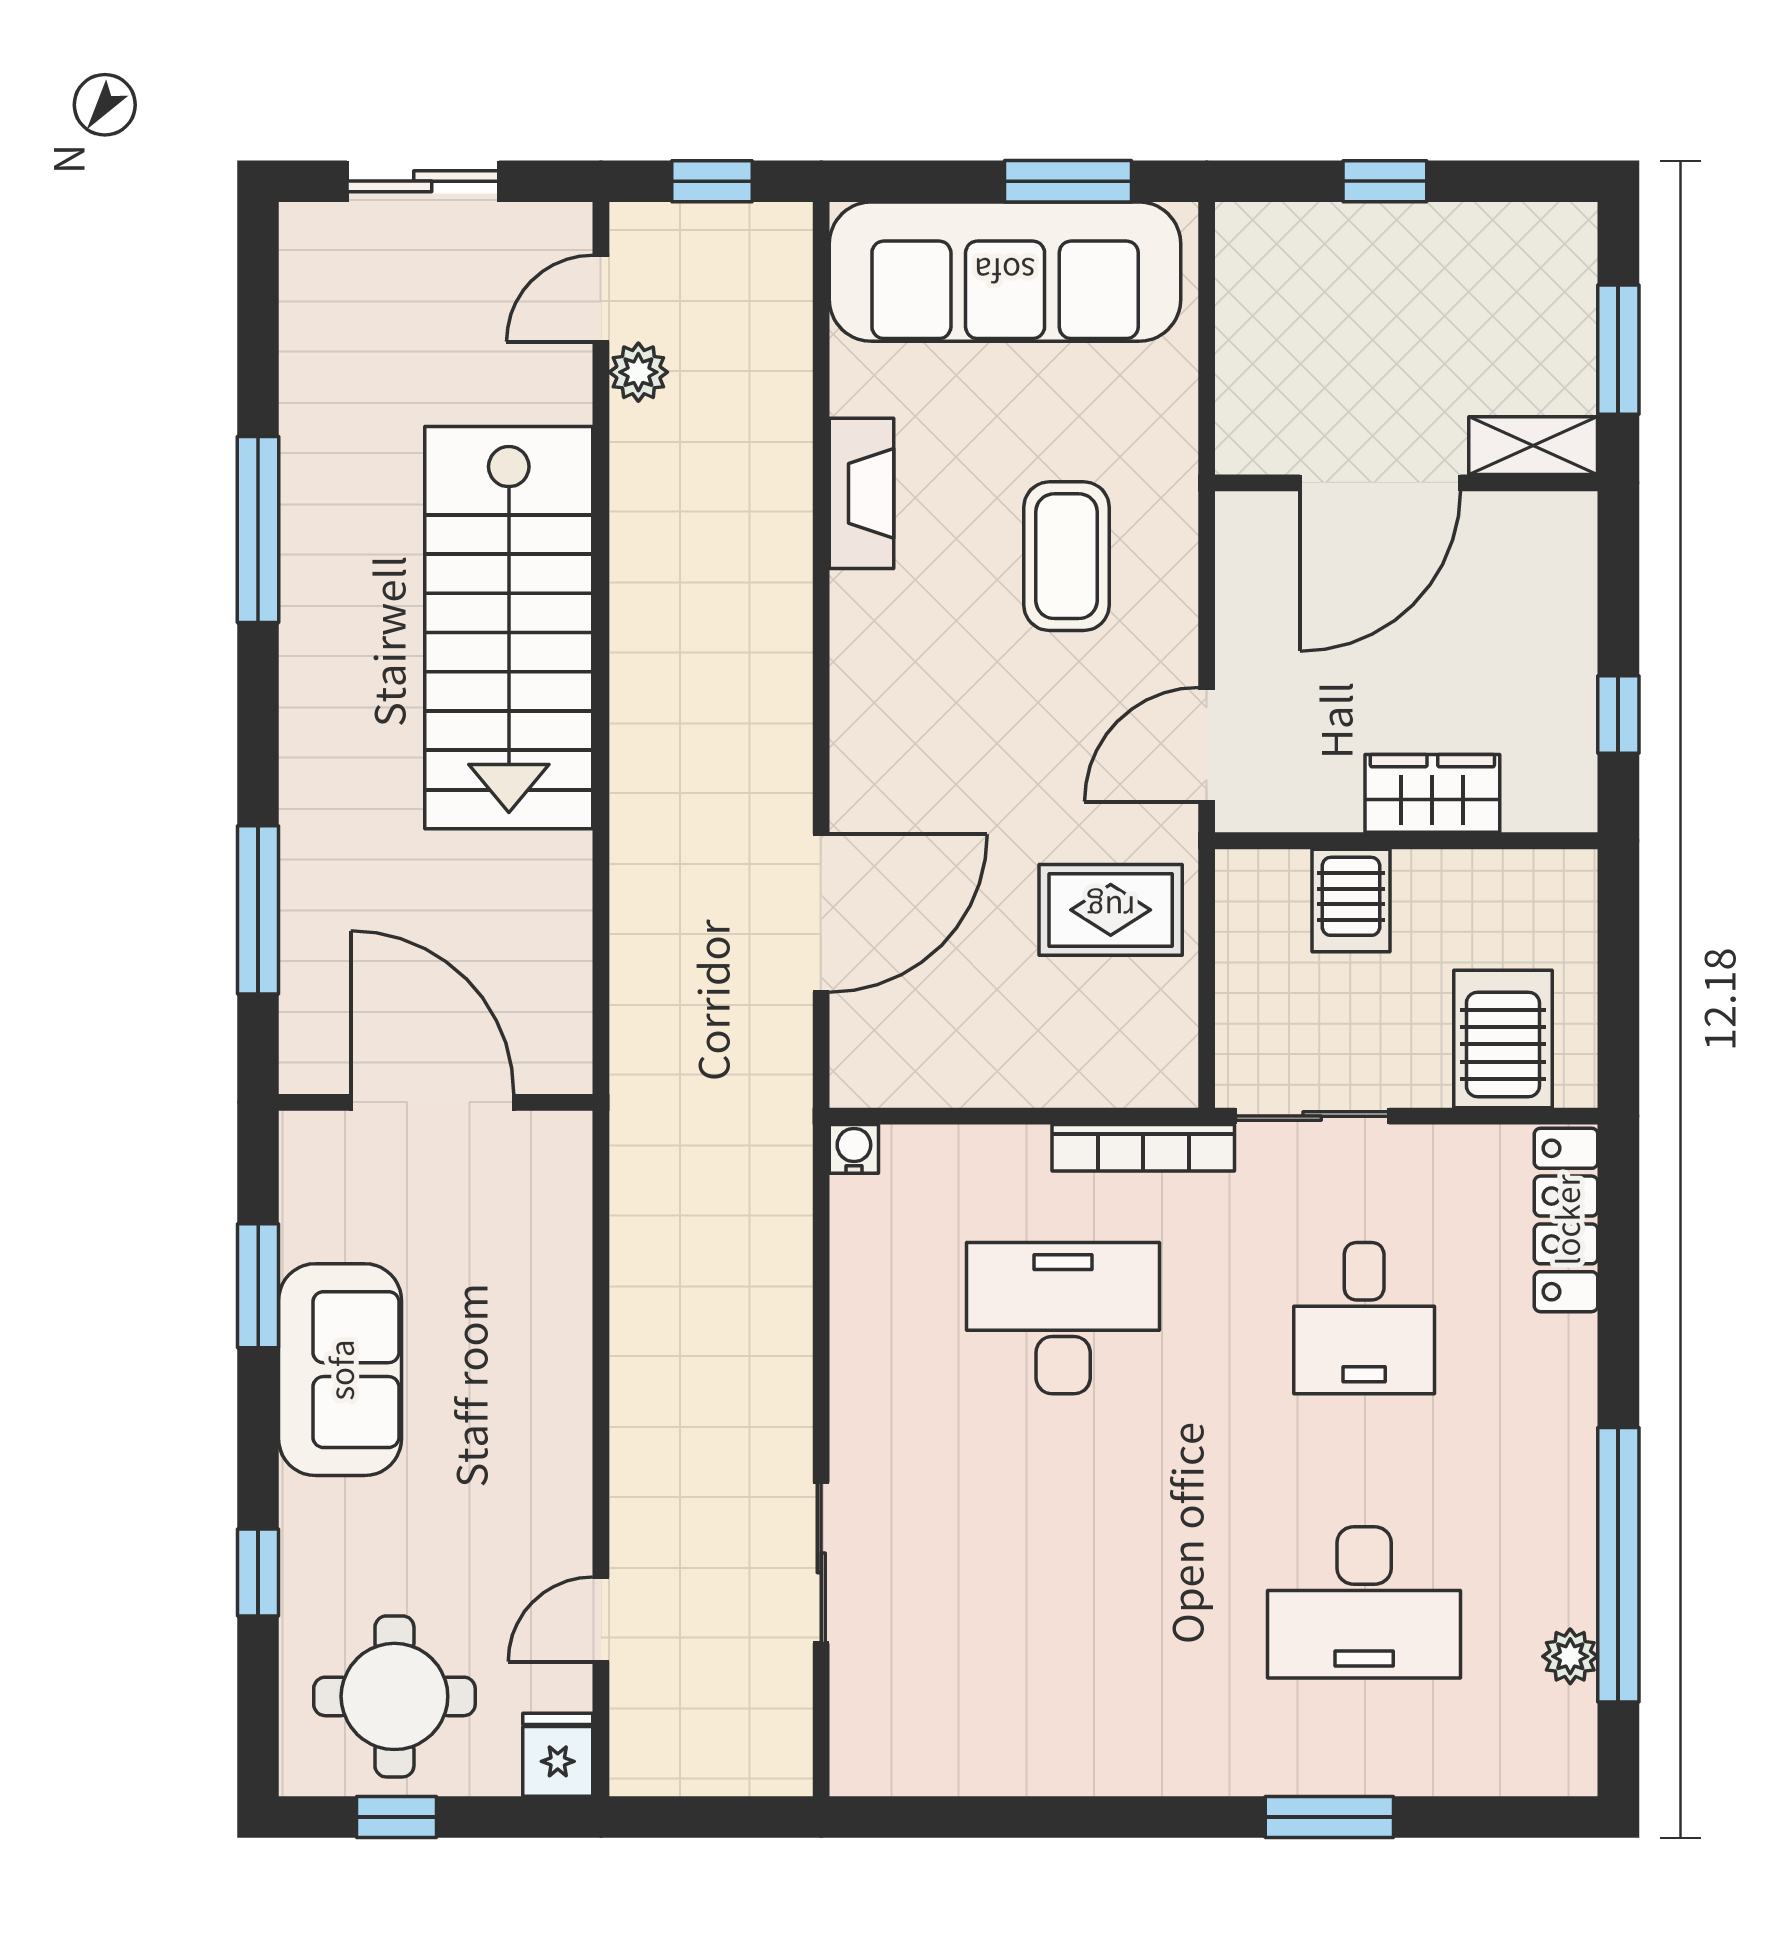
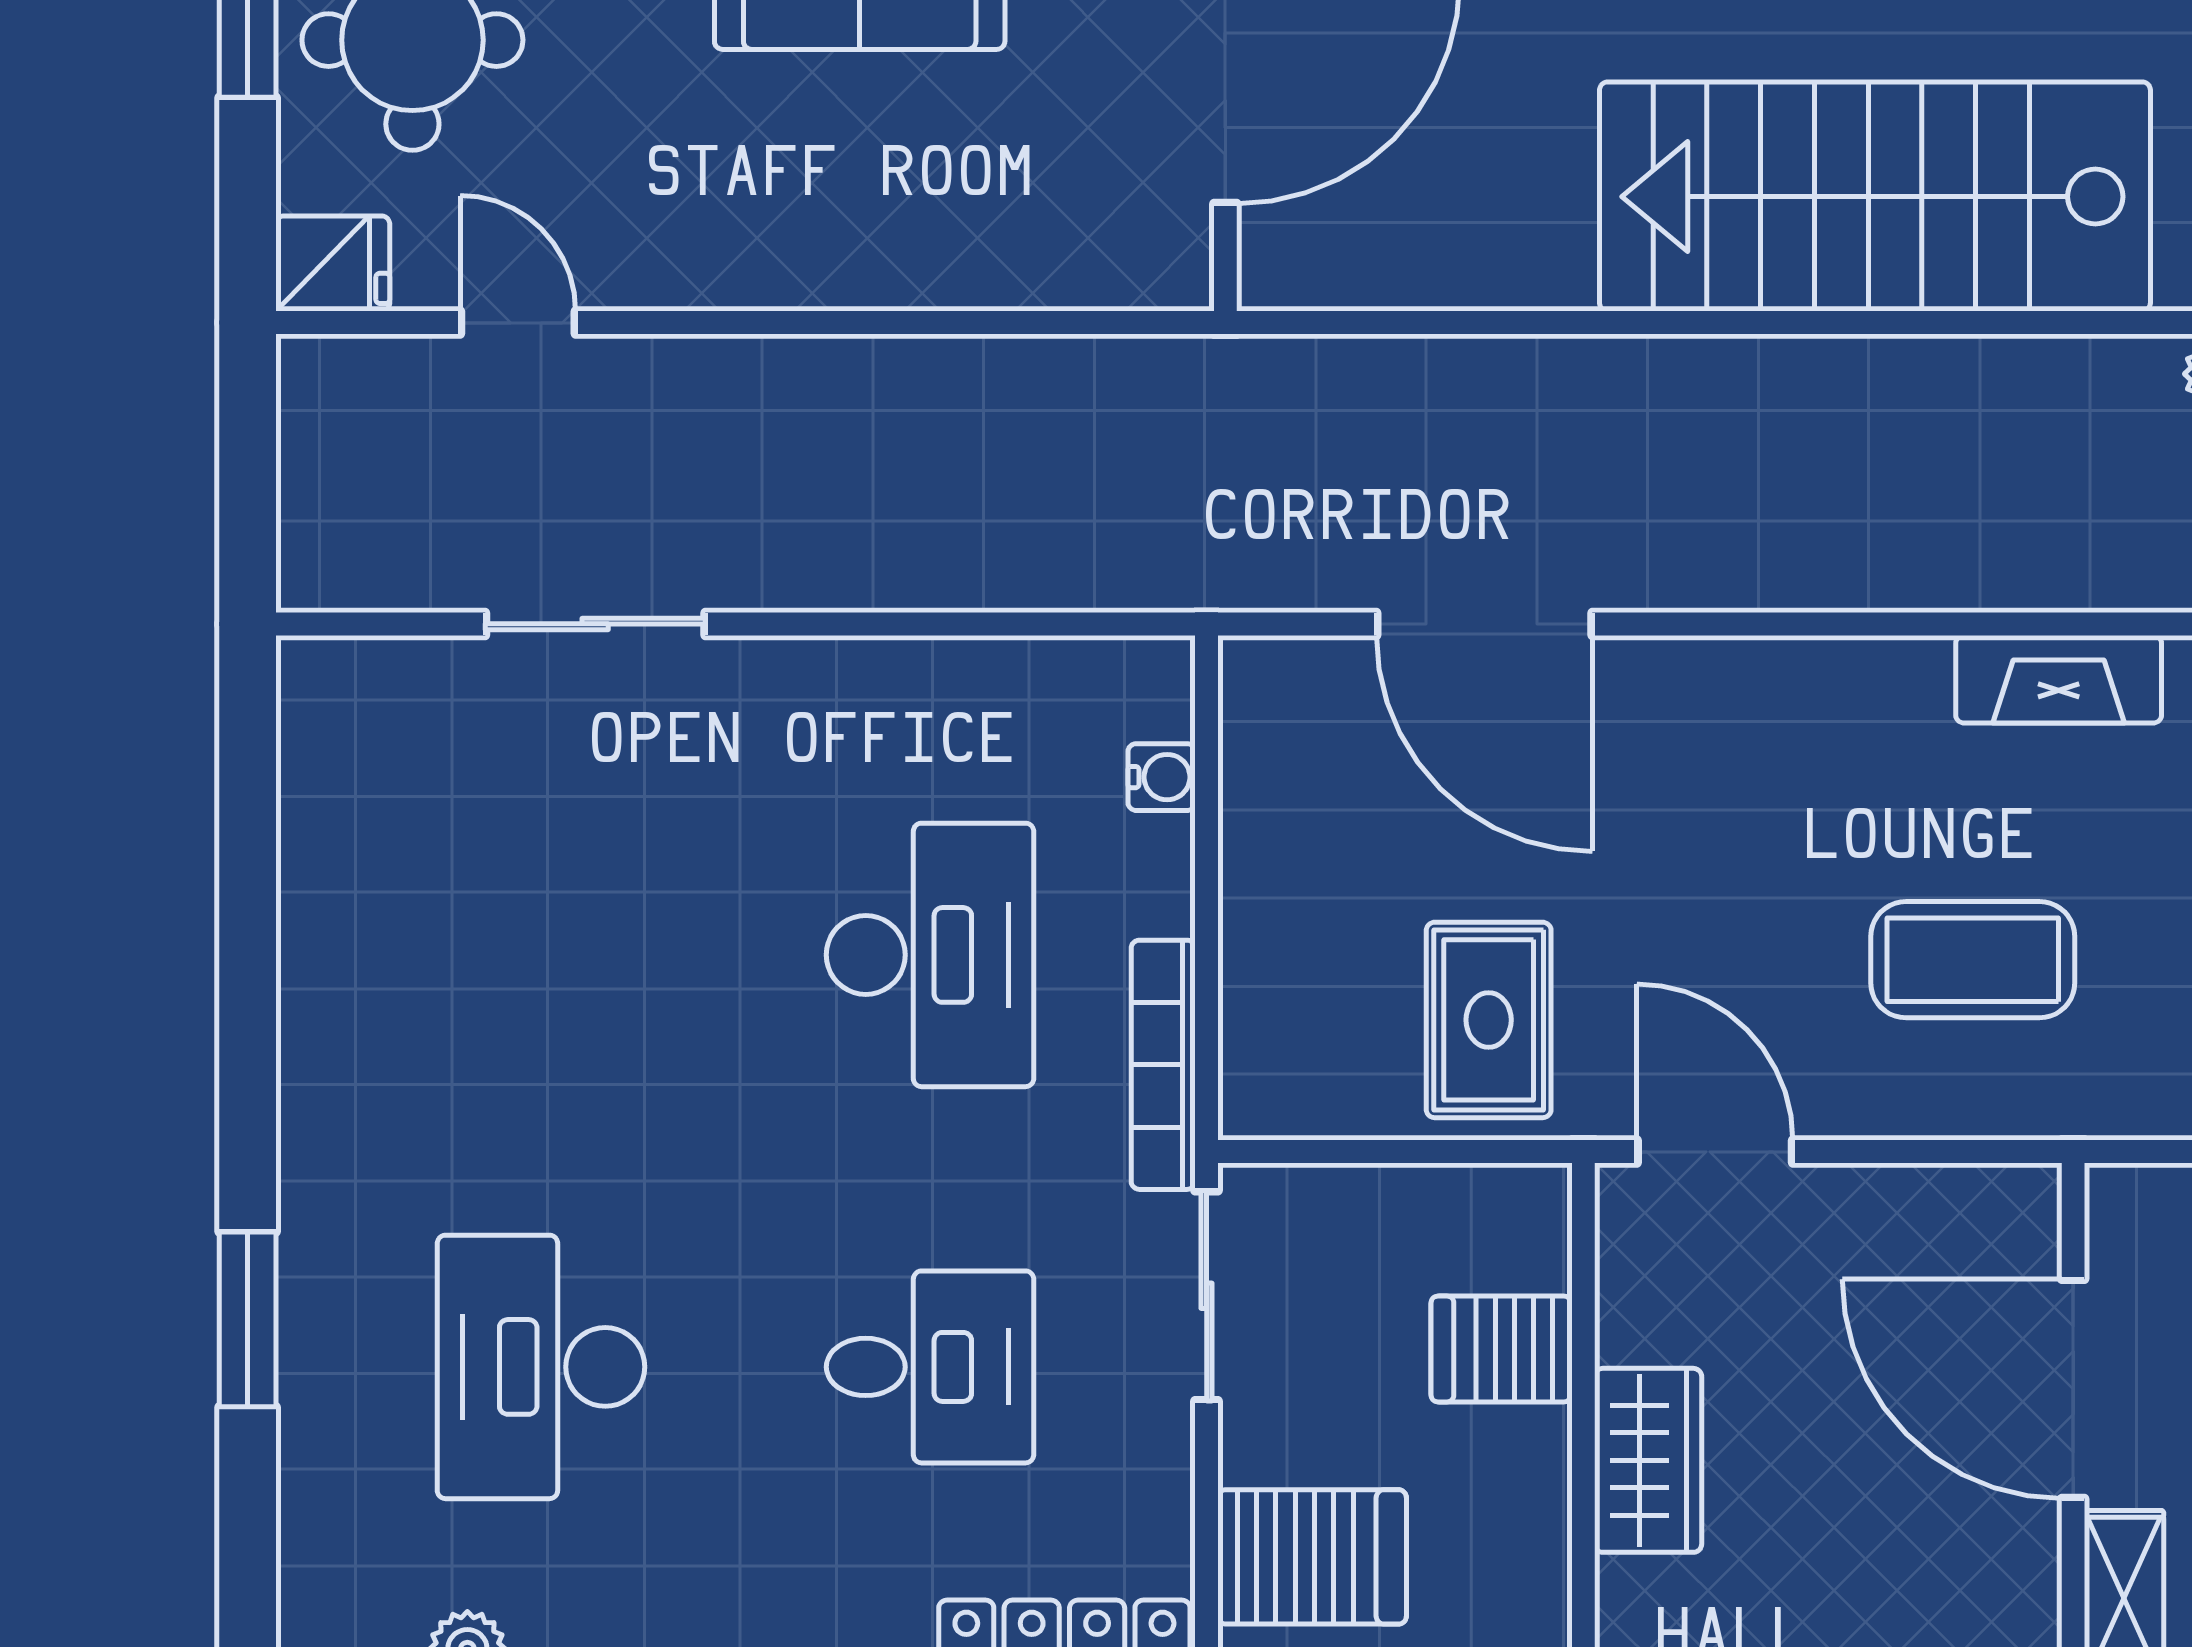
water cooler: (854, 1149) -> (1162, 777), moved
desk: (1364, 1318) -> (930, 1367), turned 180

